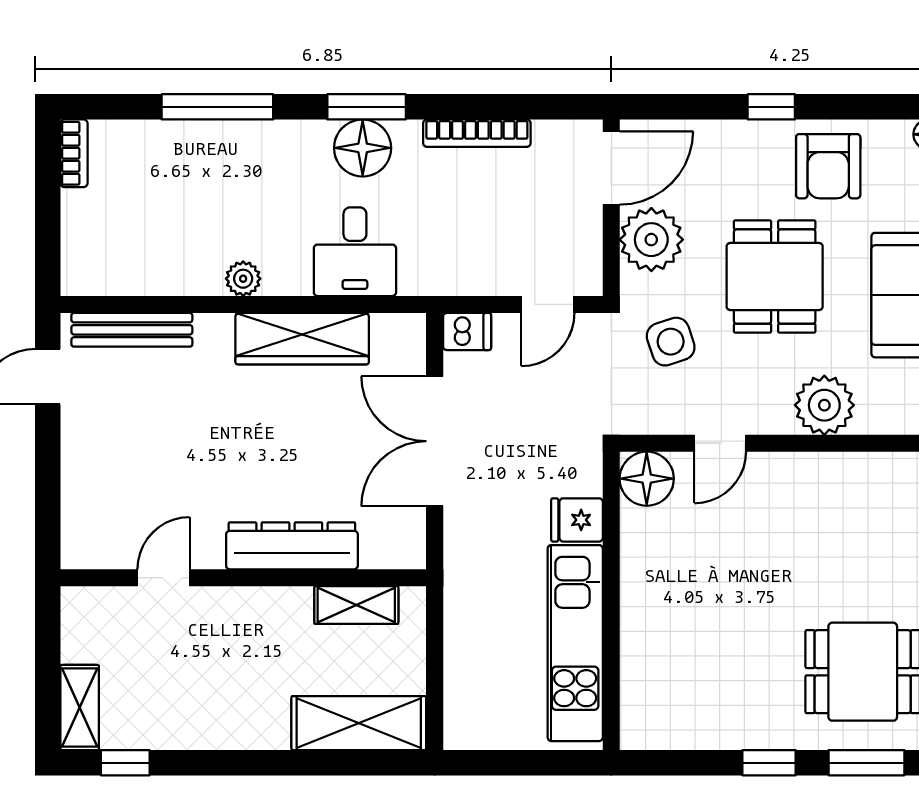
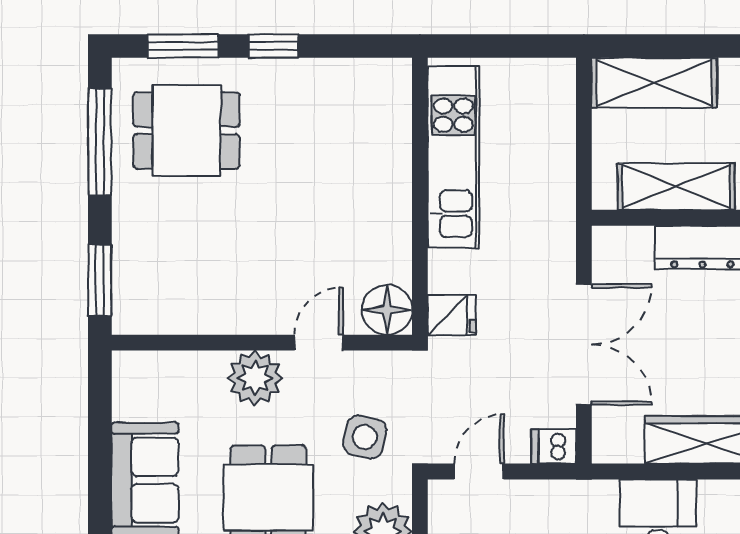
side table: (671, 342) -> (365, 437), turned 31
plant: (824, 405) -> (255, 378), moved
fridge: (577, 520) -> (452, 315), moved
shelving: (356, 605) -> (676, 187), width x1.50, depth x1.33

